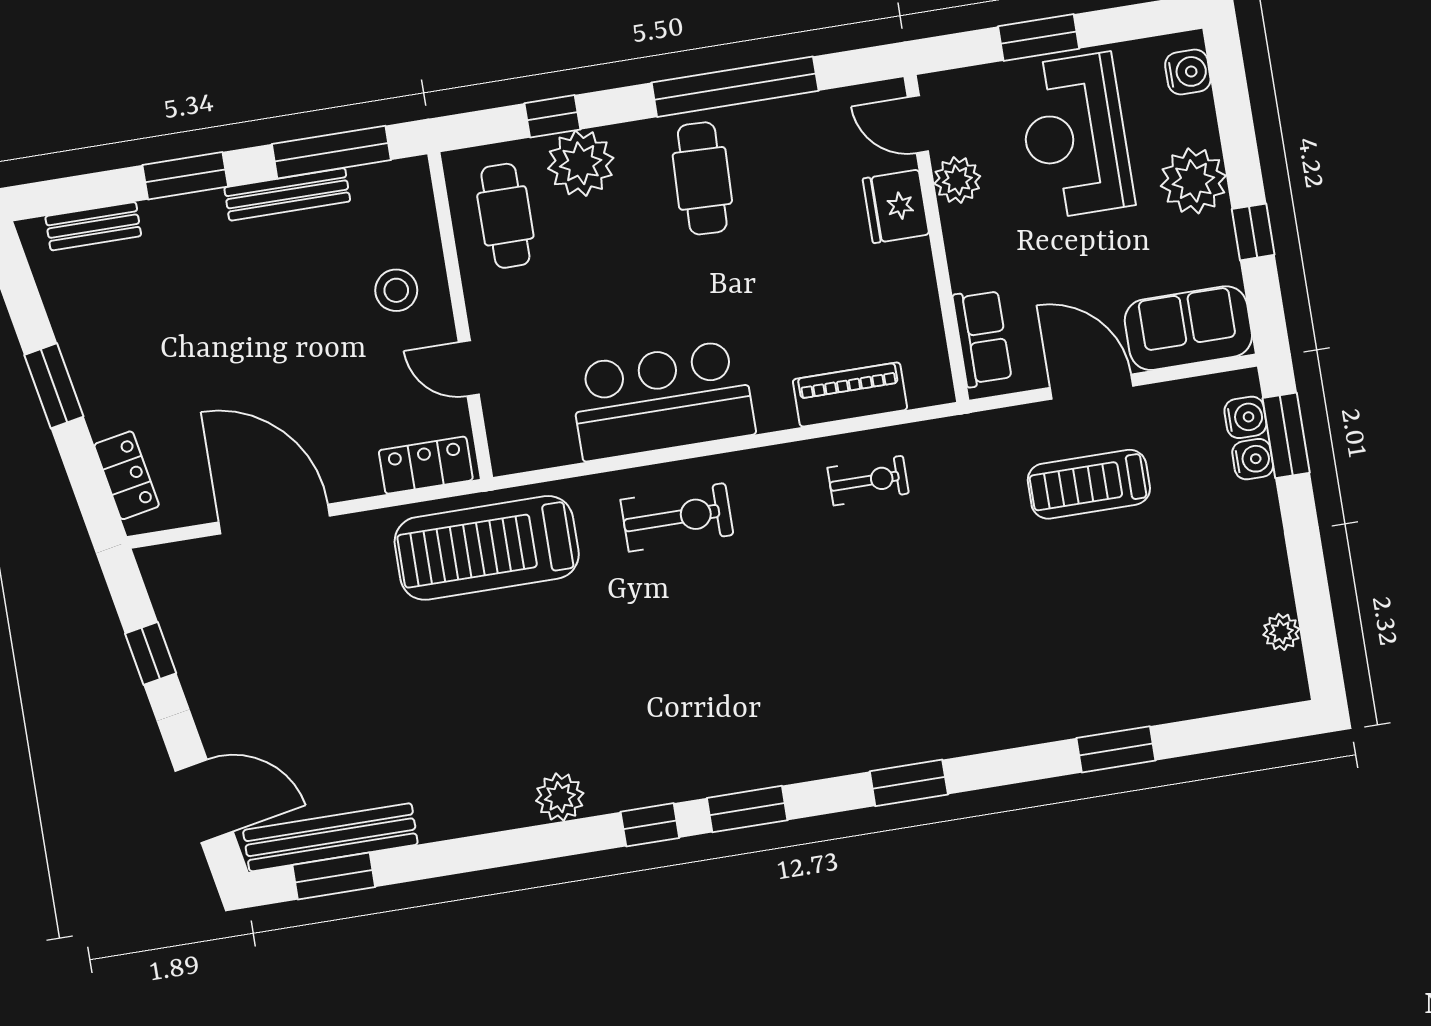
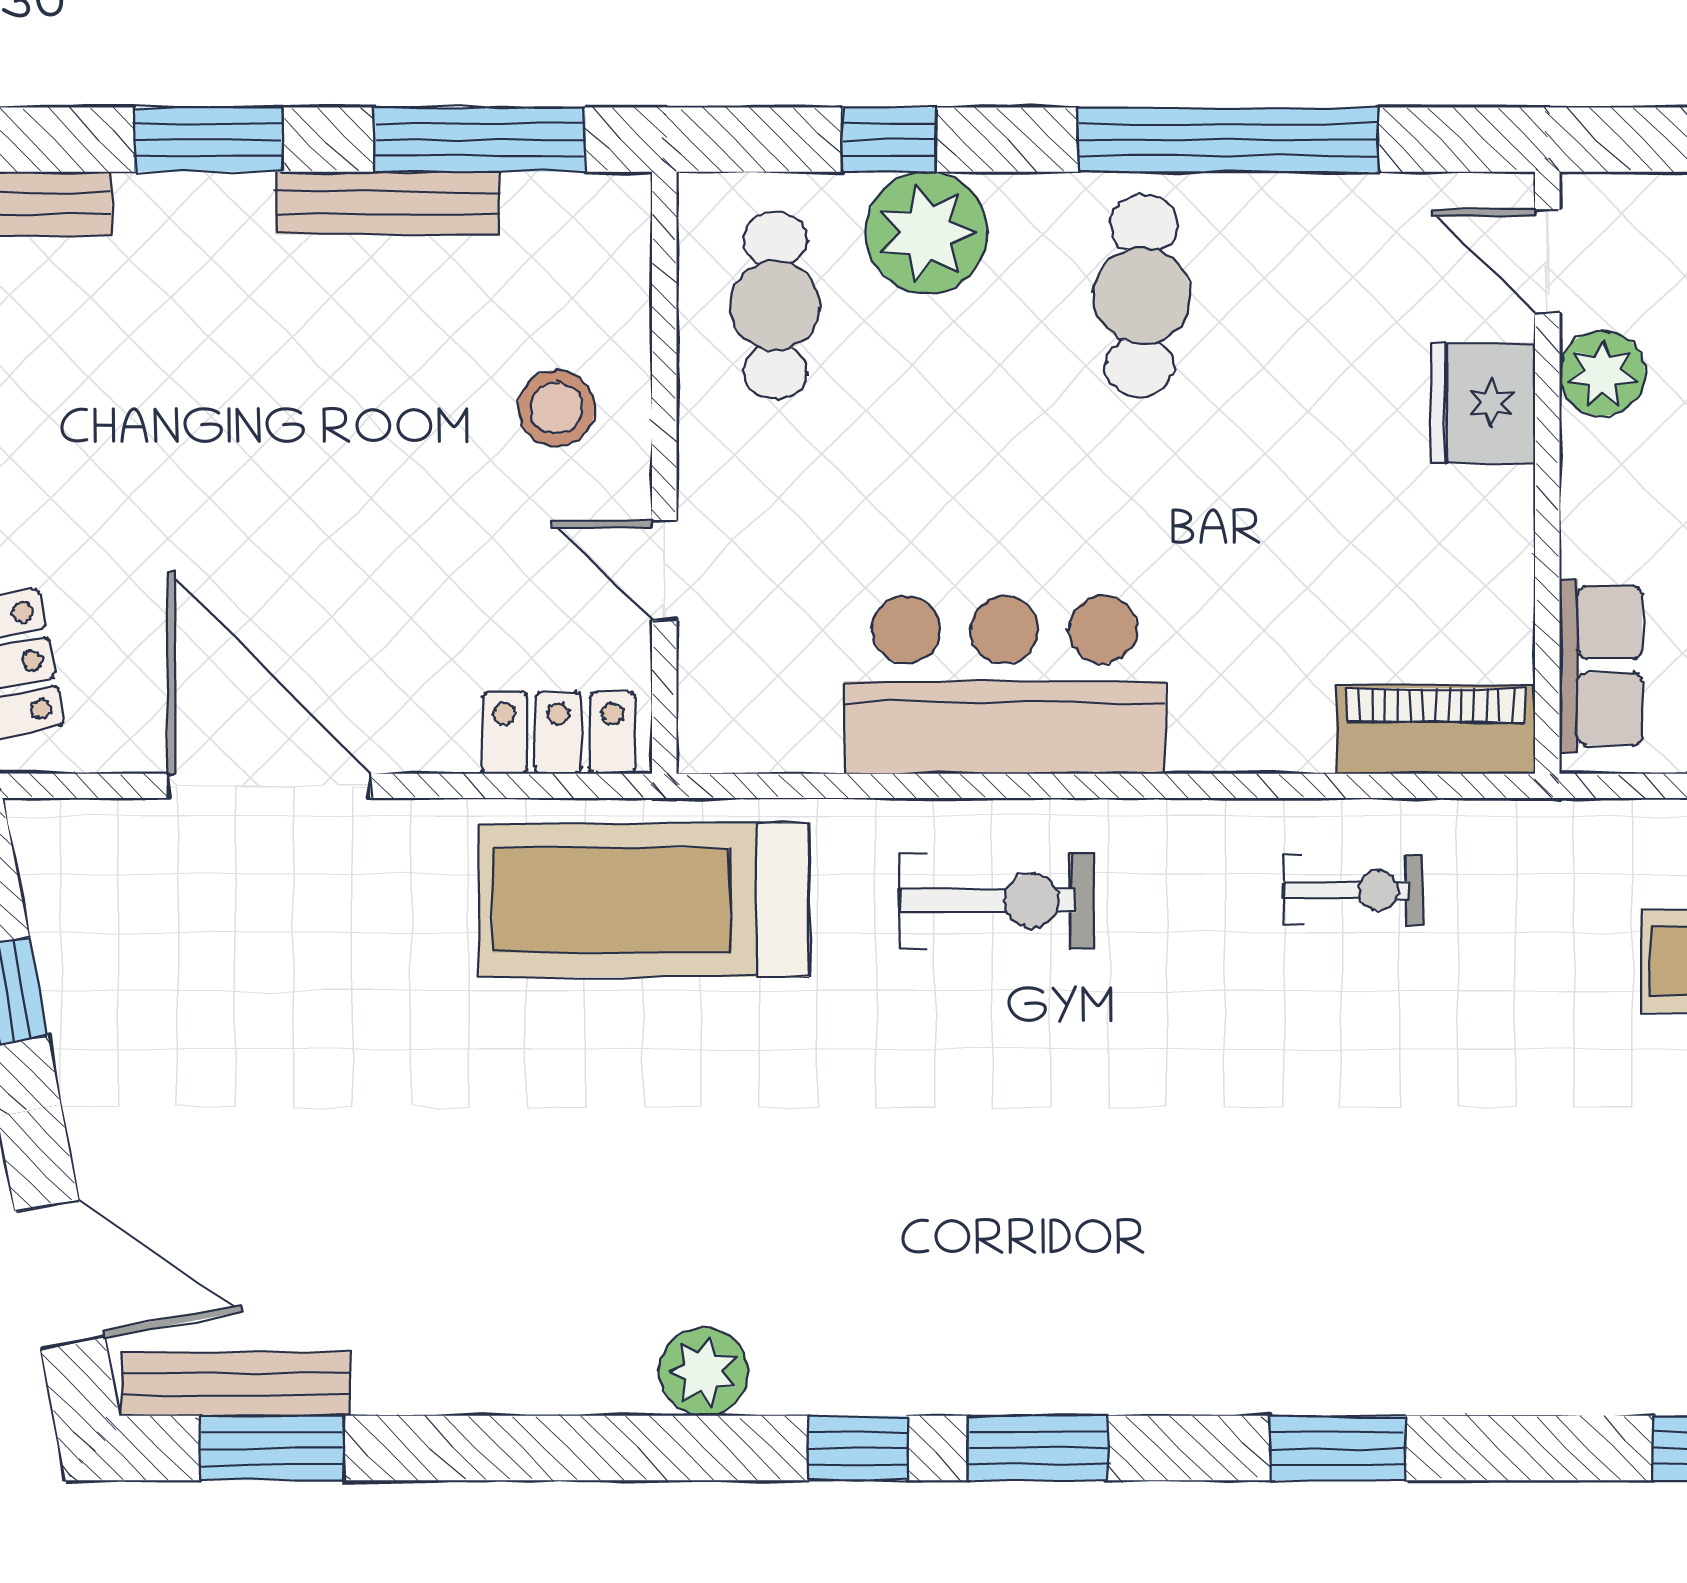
piano: (850, 395) -> (1436, 729), moved
bench: (330, 837) -> (235, 1384), width x0.73, depth x0.82

